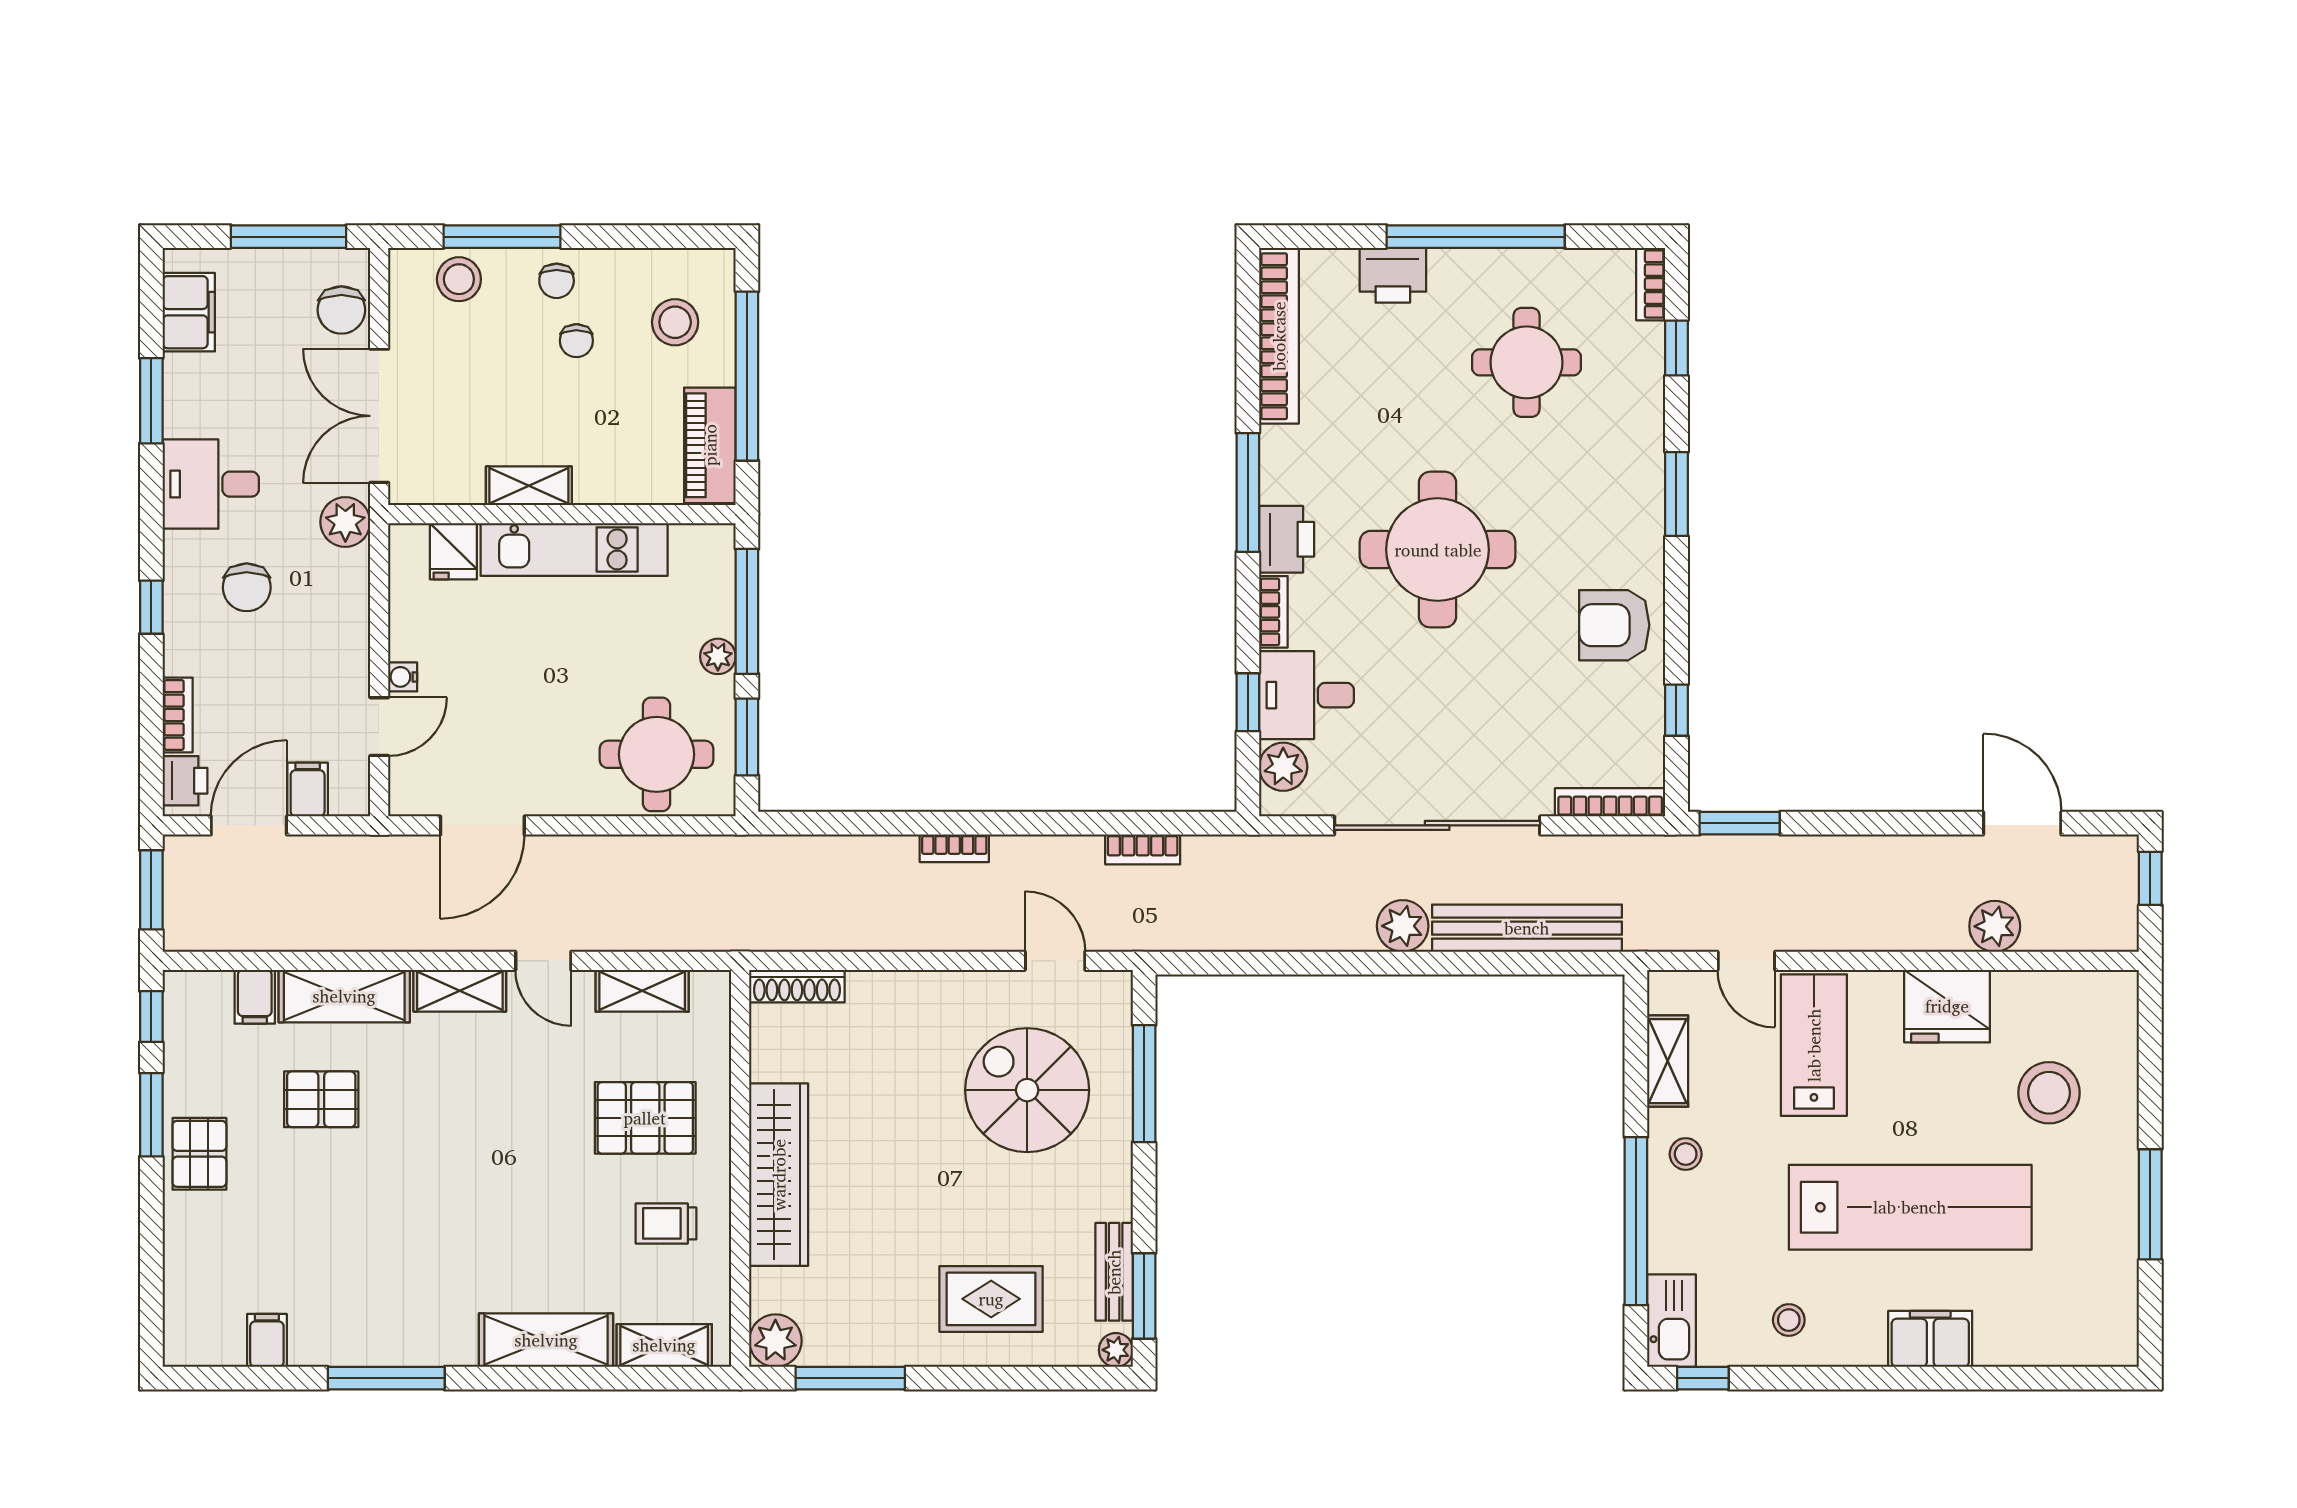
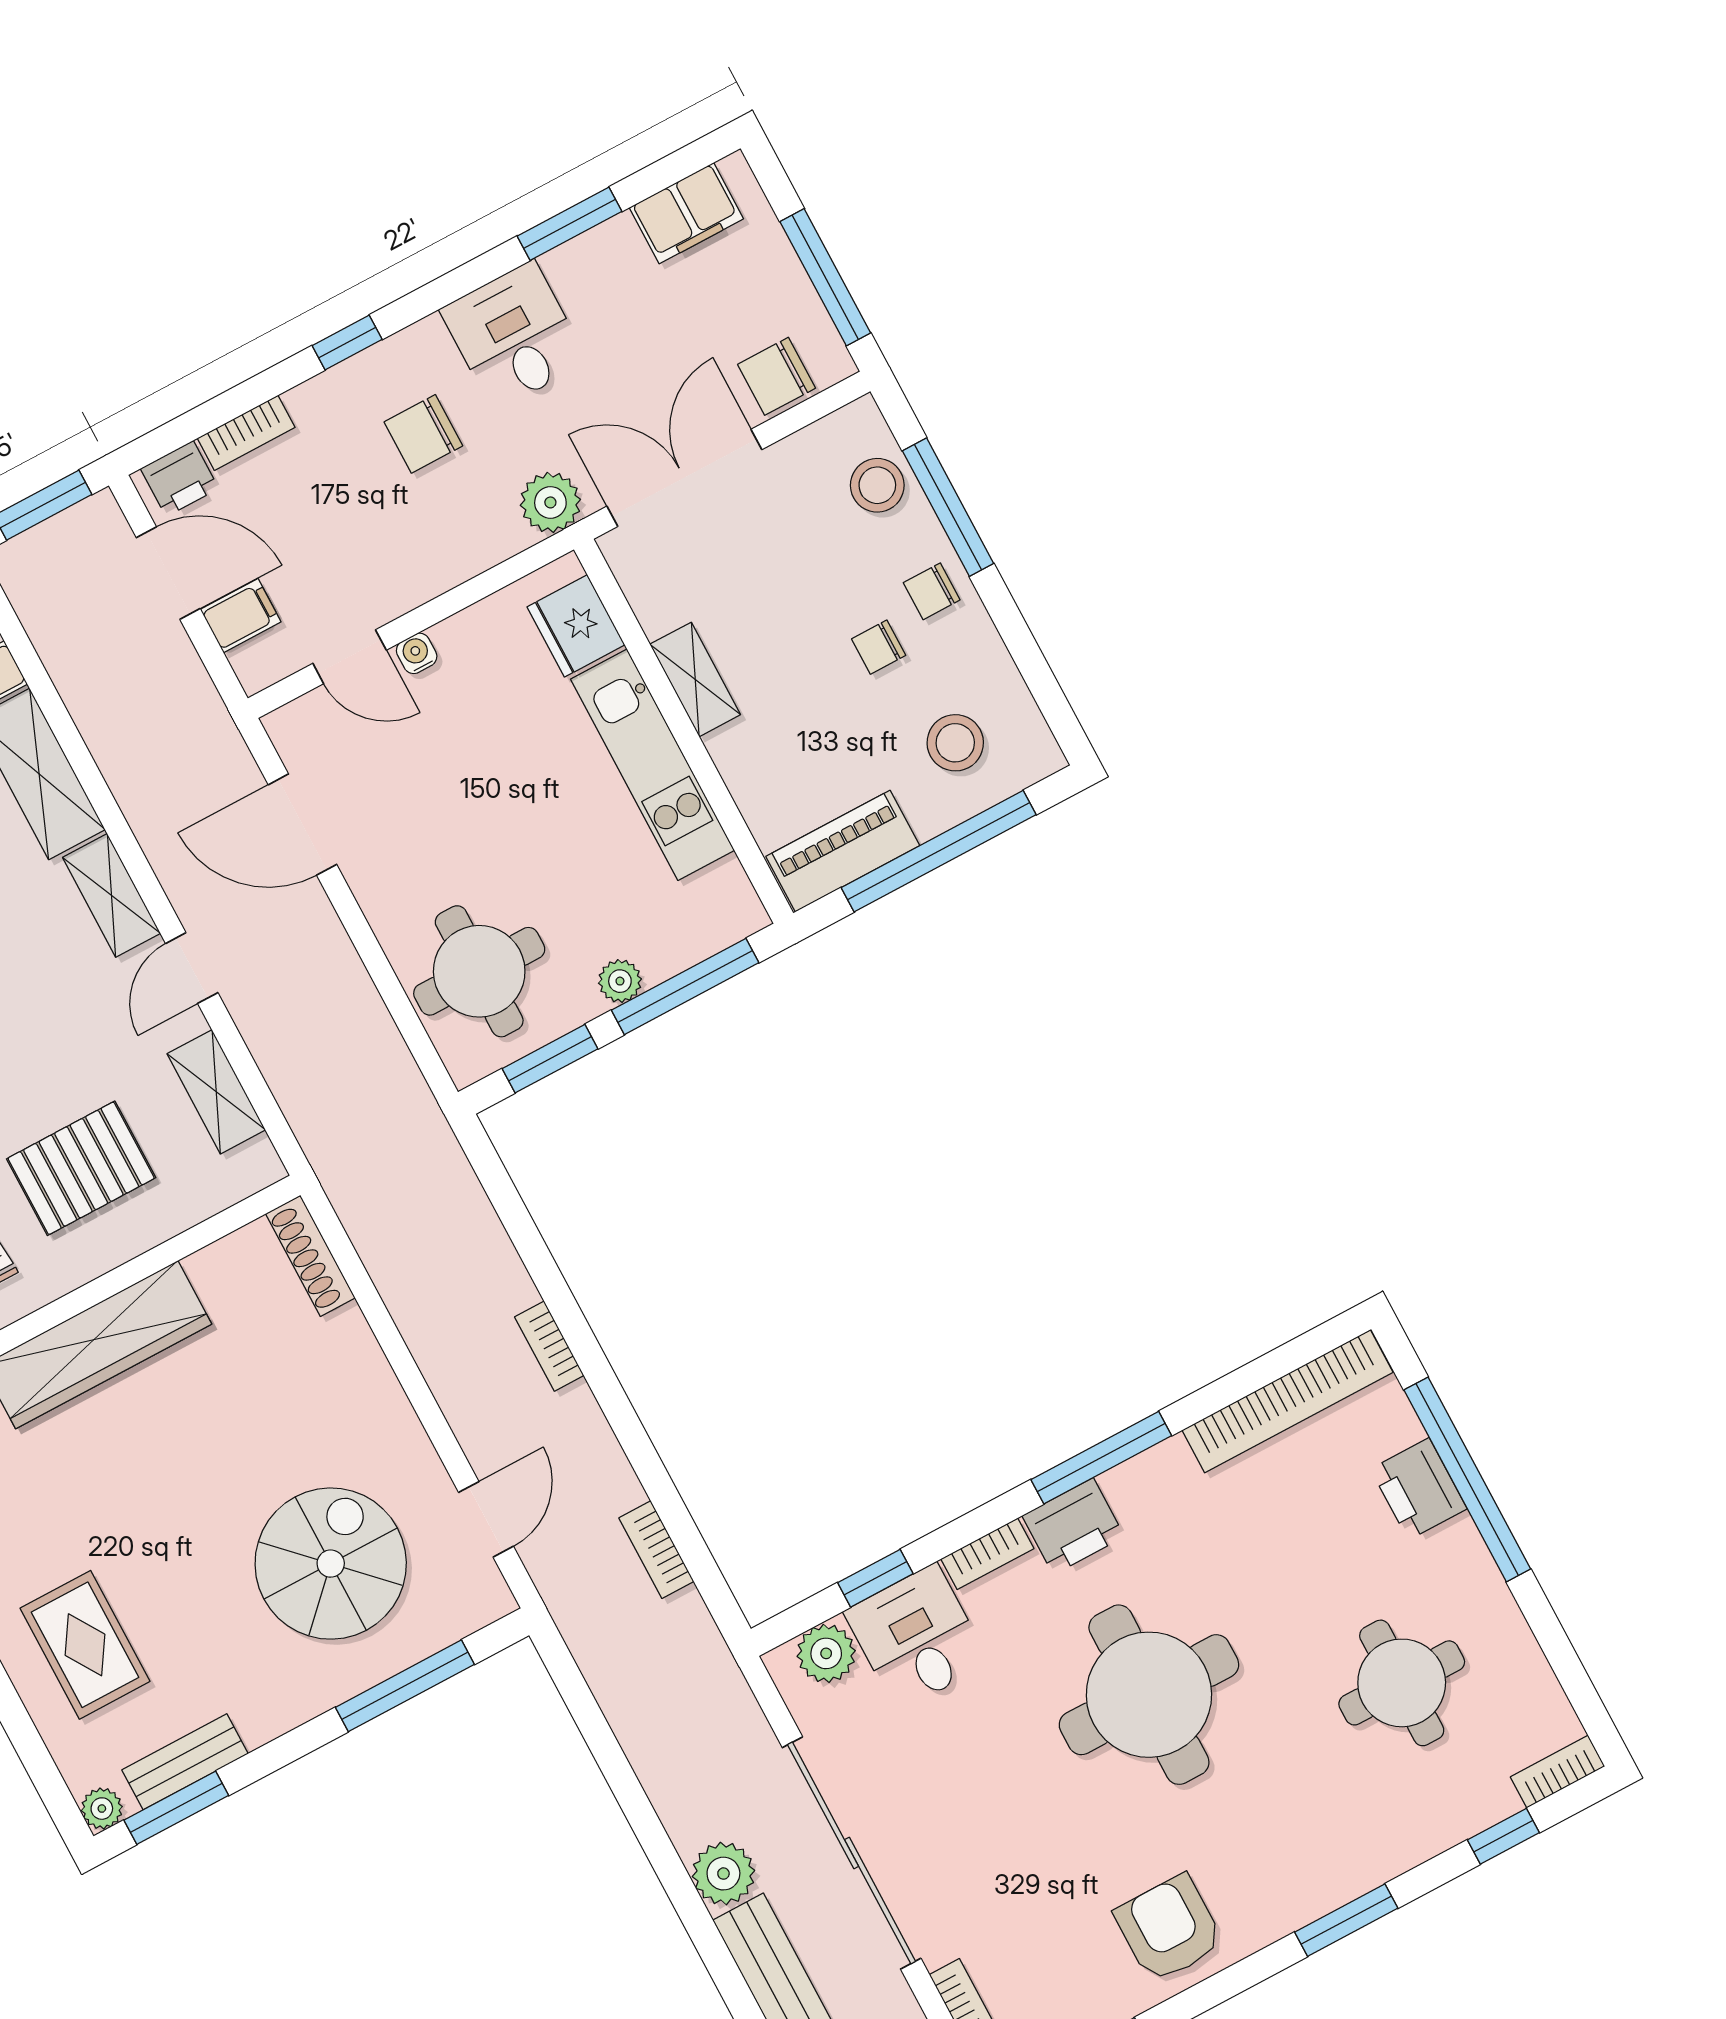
window: (1476, 237) -> (1467, 1479), moved
fridge: (453, 551) -> (576, 626), width x1.38
pallet: (645, 1118) -> (81, 1168), turned 90

